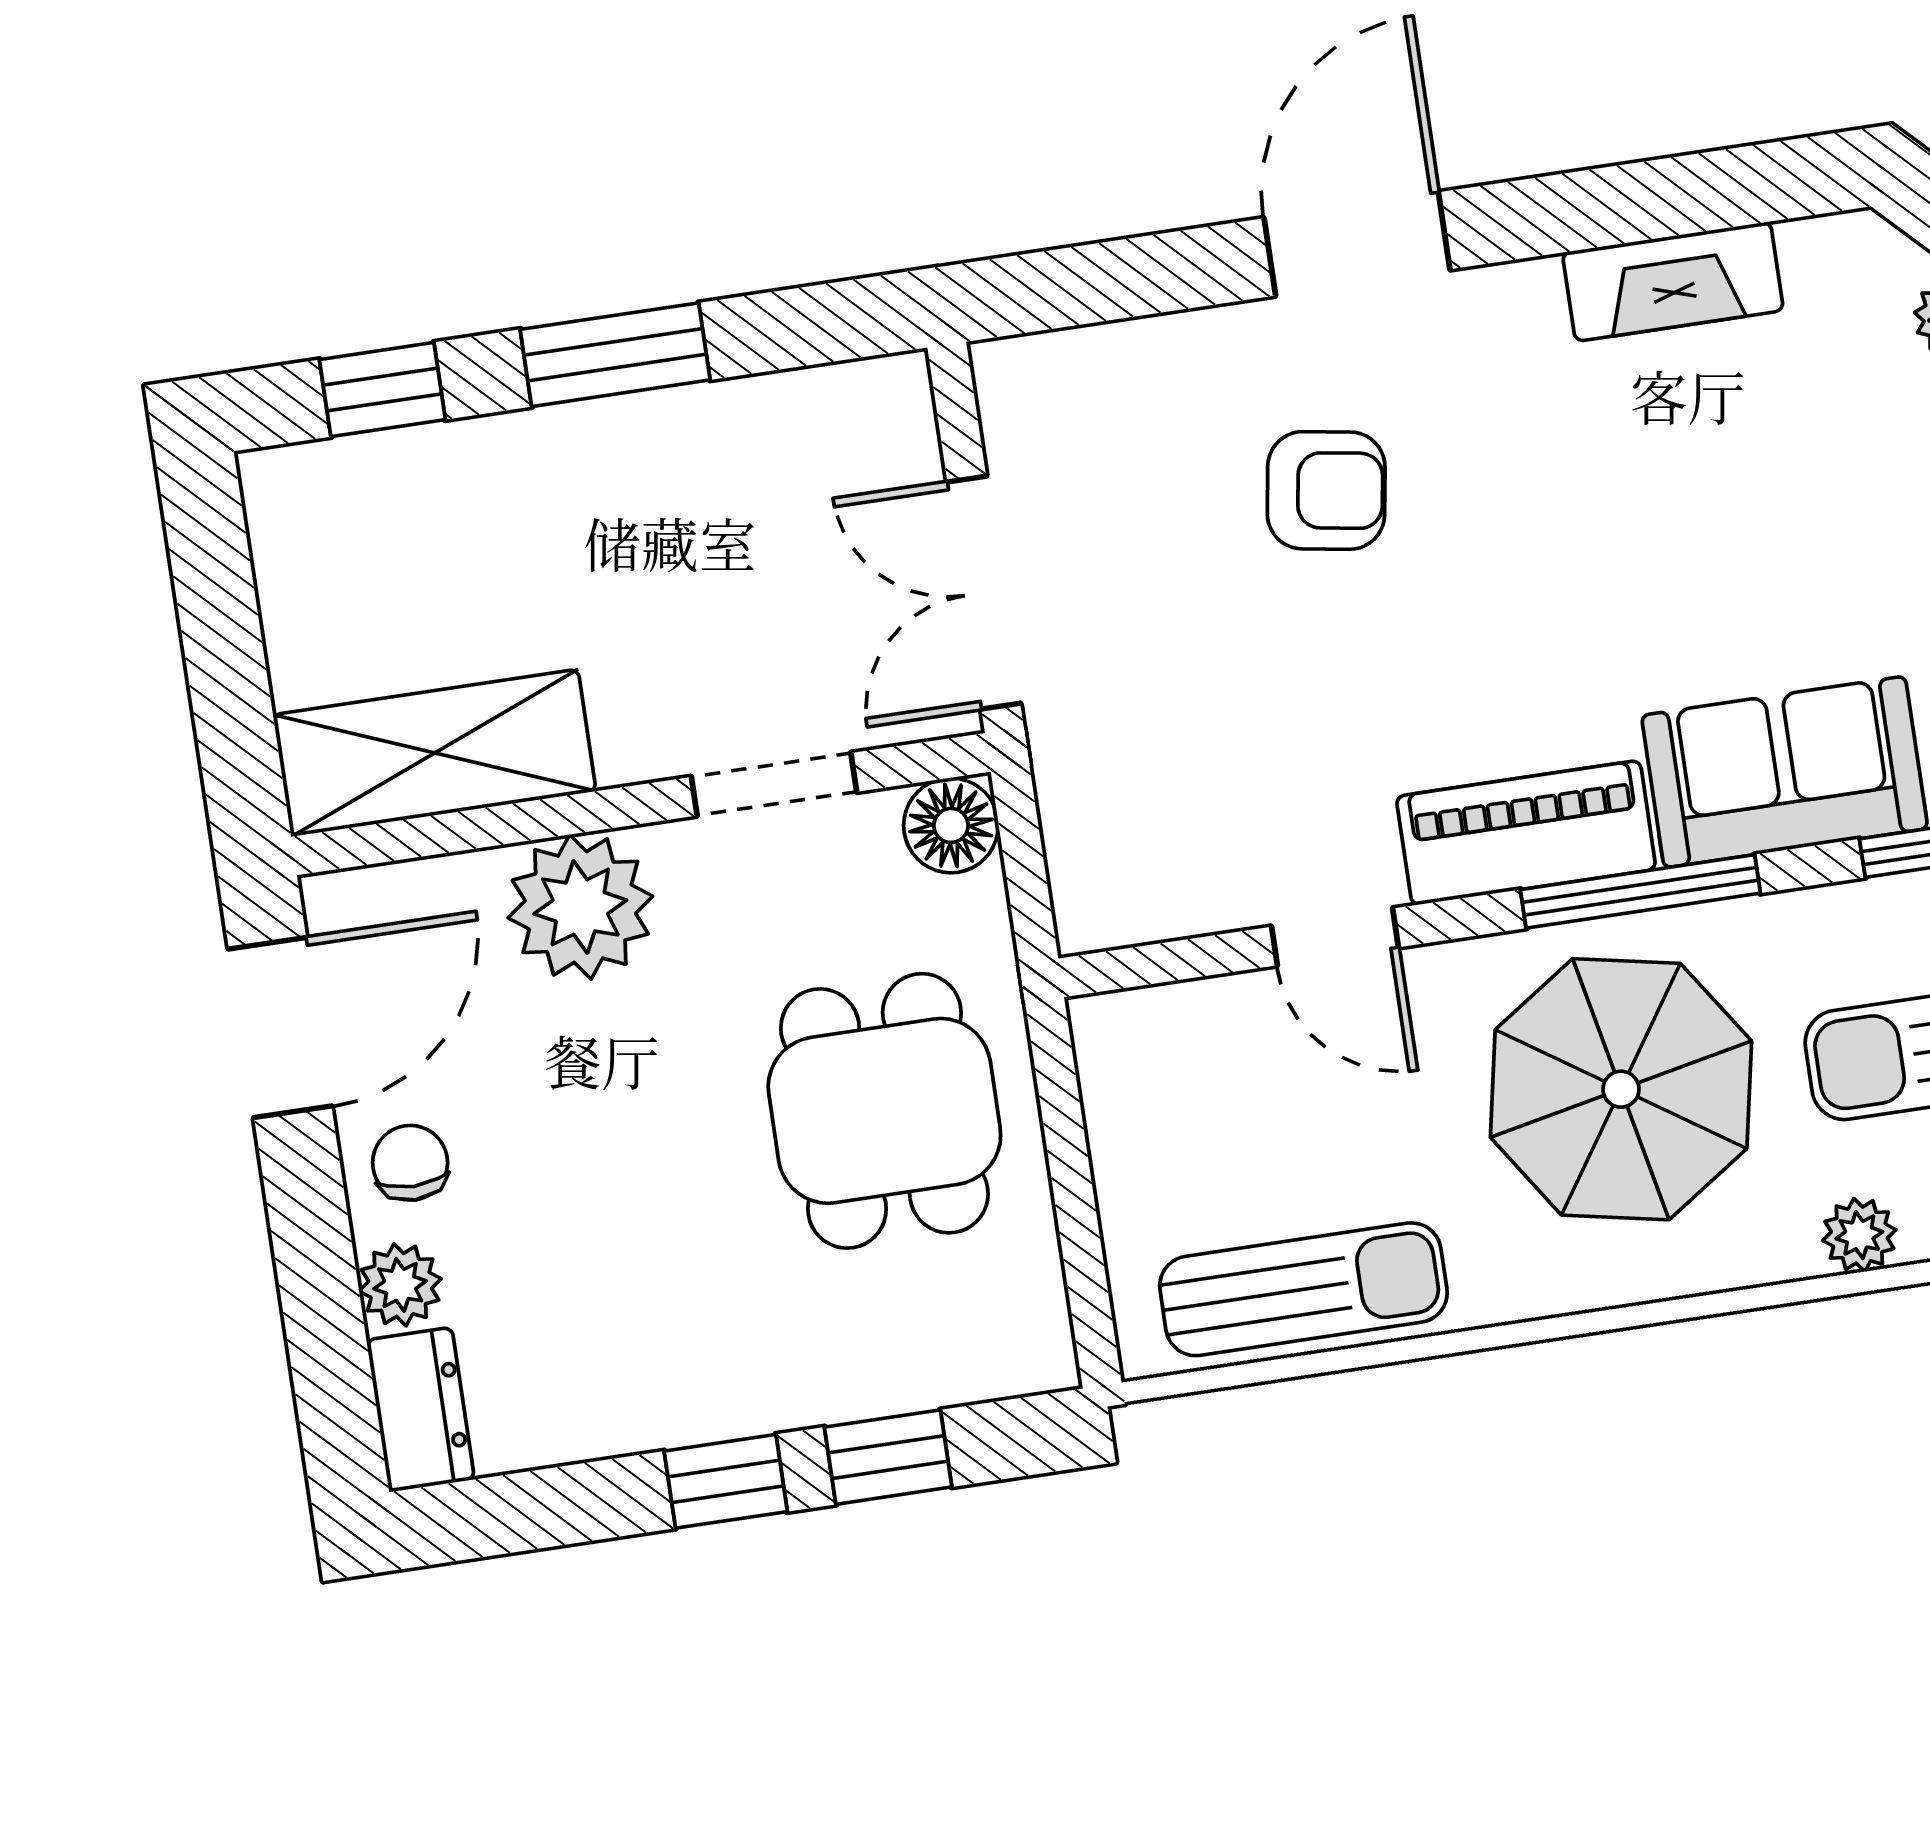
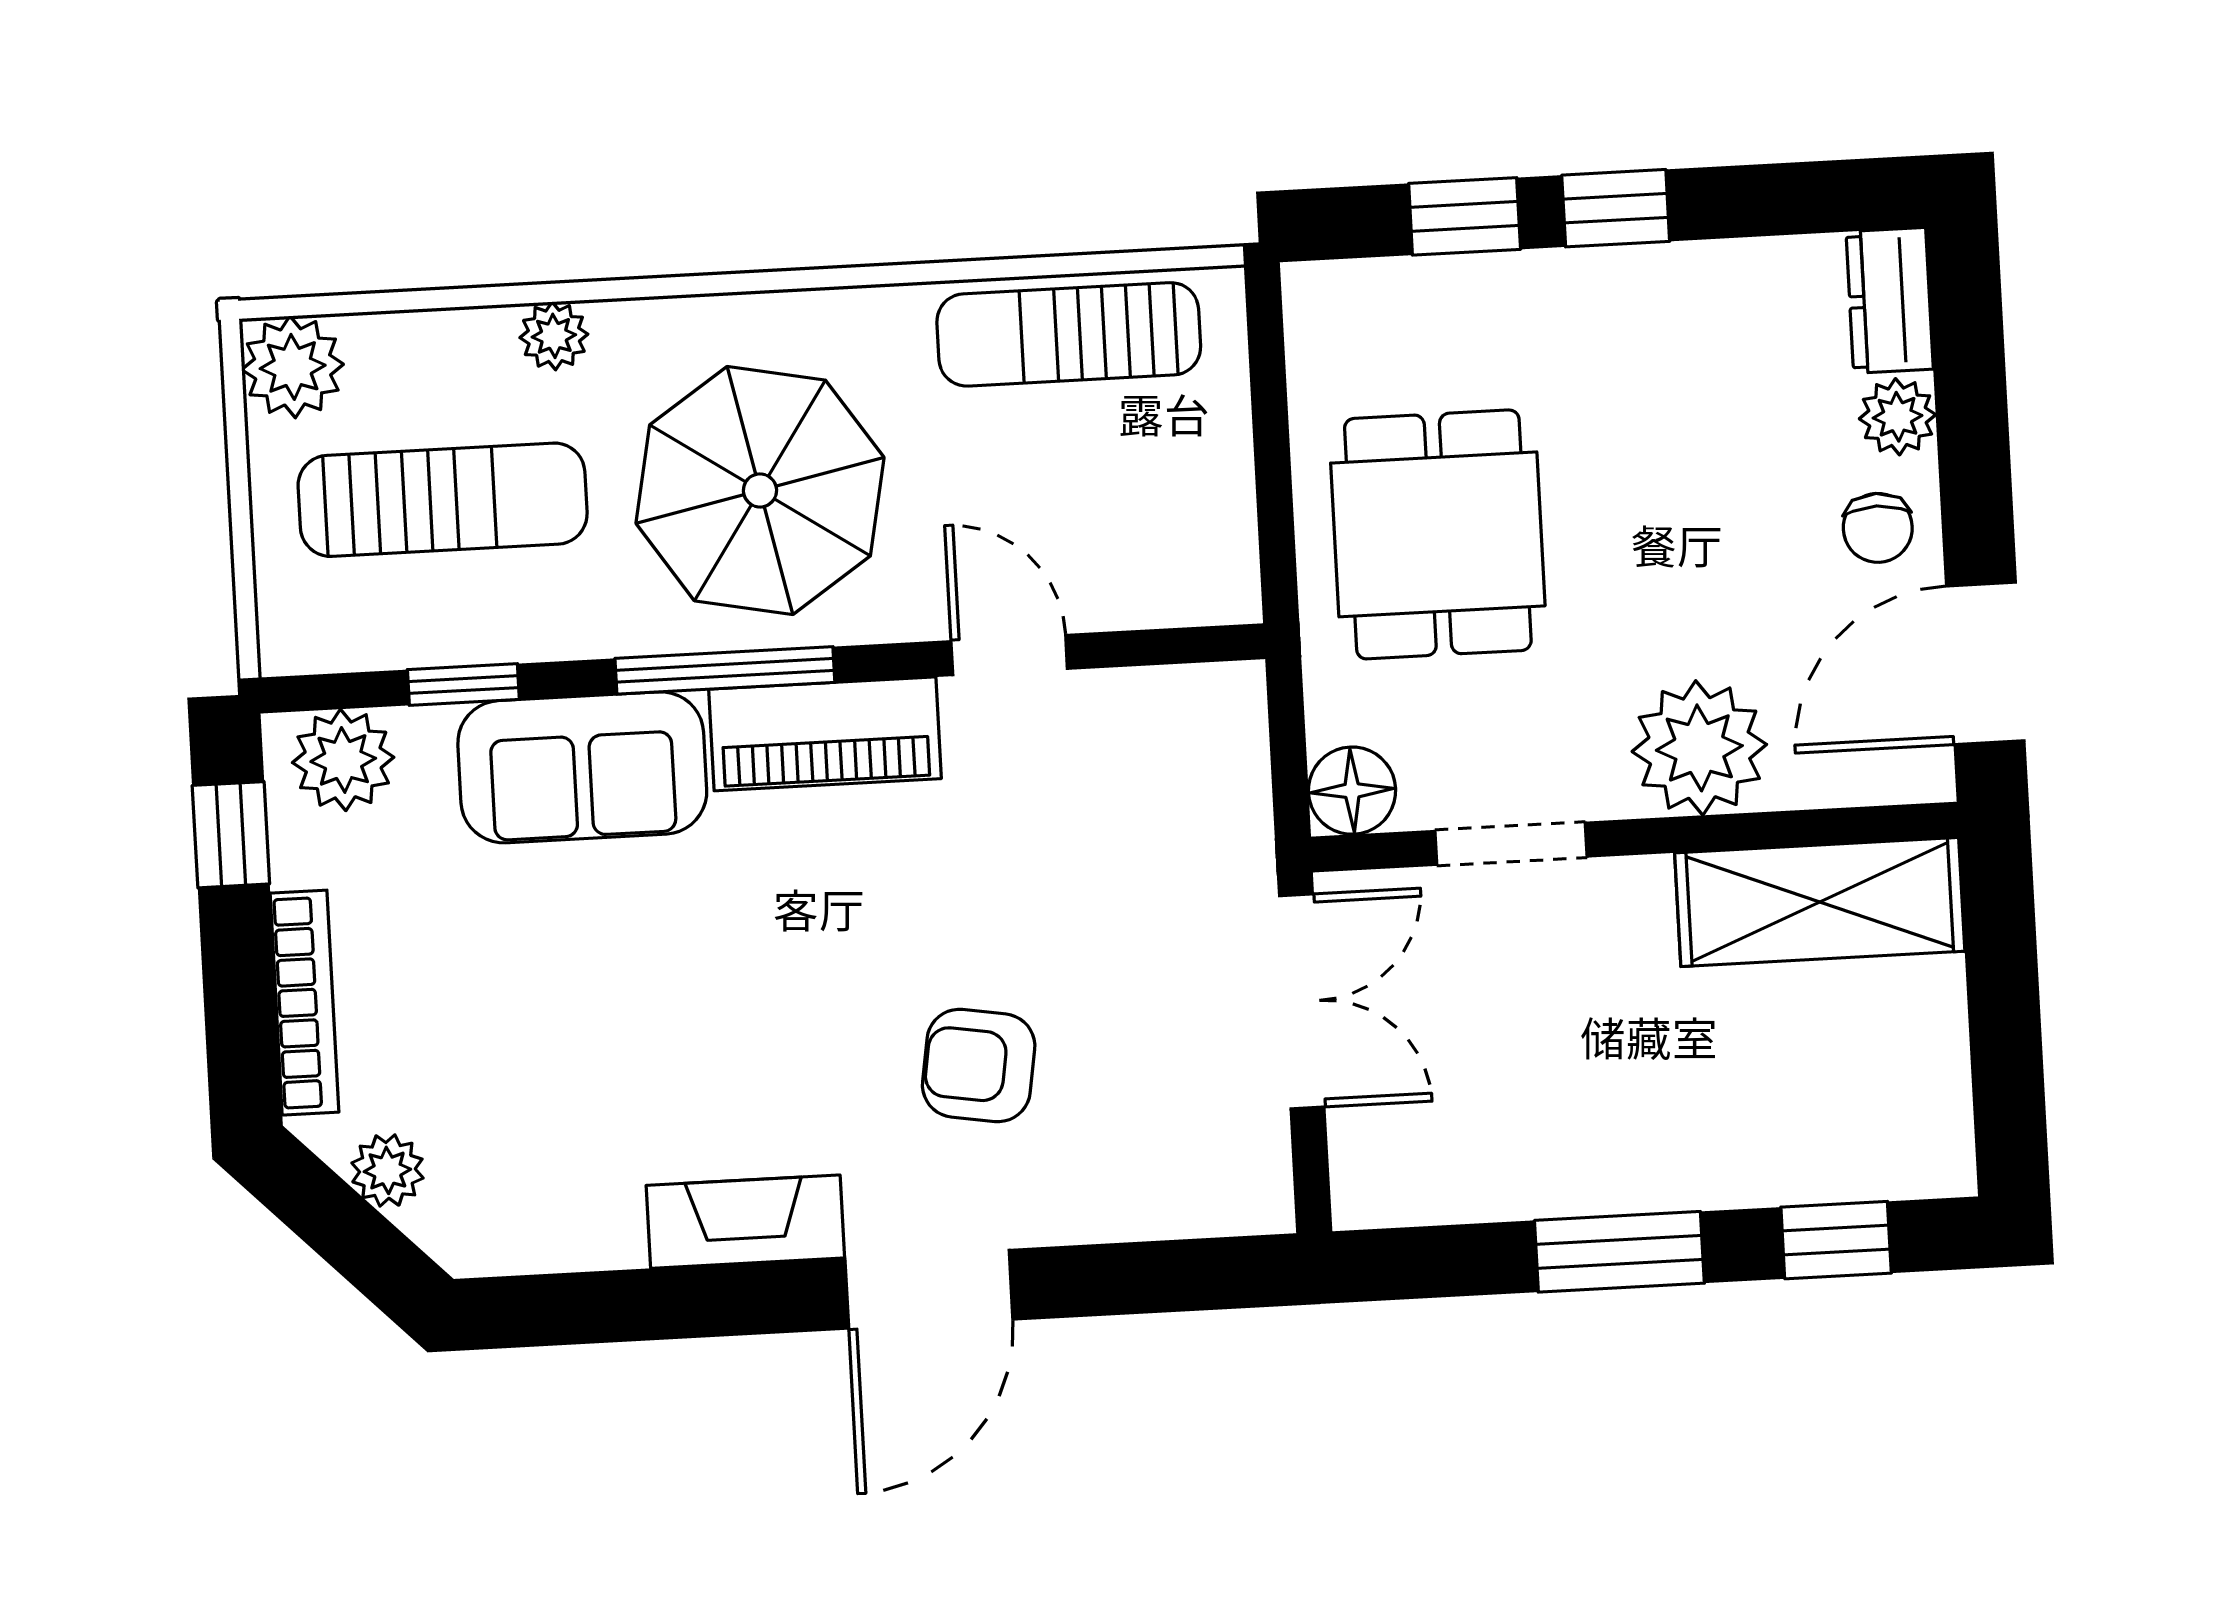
fireplace: (1673, 282) -> (745, 1222), moved

